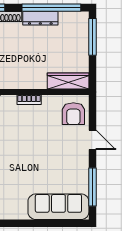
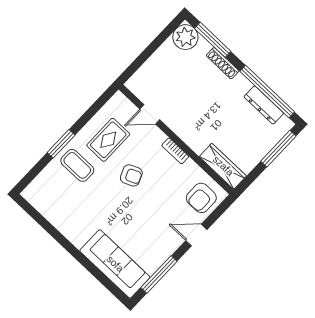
dresser: (40, 18) -> (264, 105), moved
door: (92, 140) -> (196, 235), swing flipped
armchair: (16, 141) -> (131, 175), added

